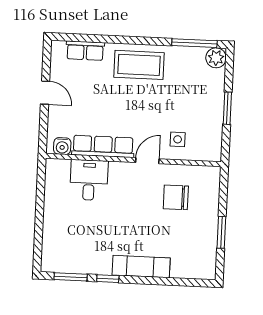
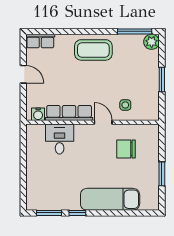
row of seats: (85, 51) -> (40, 41), moved
door: (147, 161) -> (103, 122), hinge flipped
exam couch: (141, 267) -> (110, 199), width x1.36, depth x1.45

